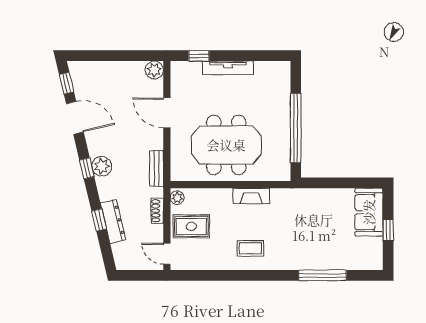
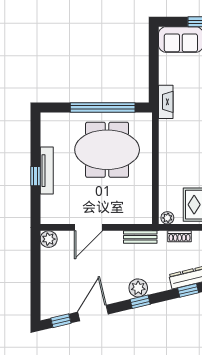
window: (199, 56) -> (35, 176), moved
meeting table: (226, 145) -> (107, 150), moved, turned 90
fireplace: (251, 196) -> (166, 102), moved

